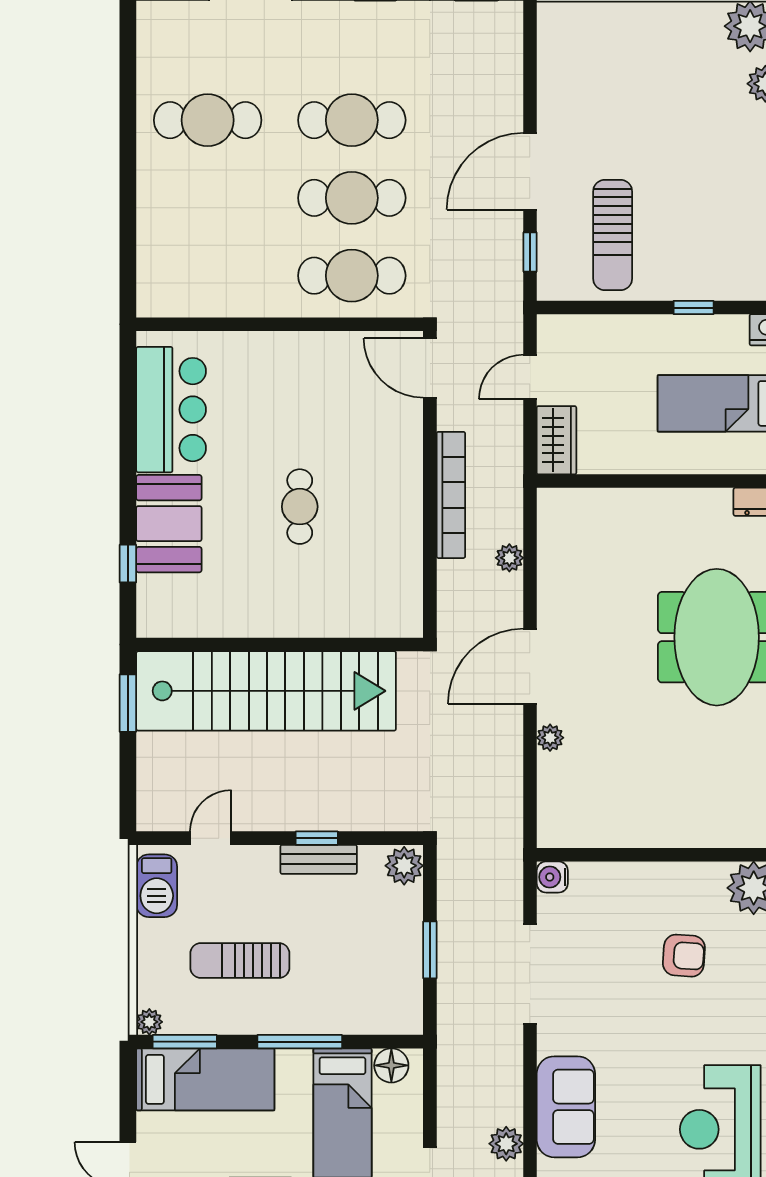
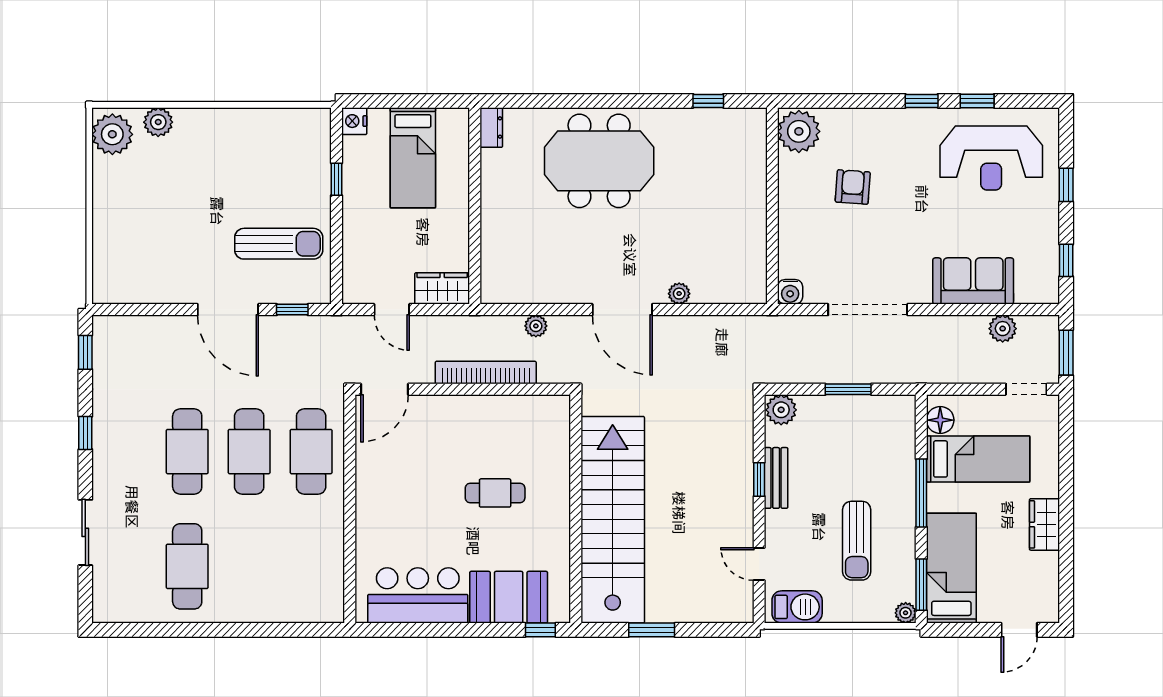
wall: (280, 645) -> (576, 509), moved
stairs: (266, 691) -> (613, 520), moved

